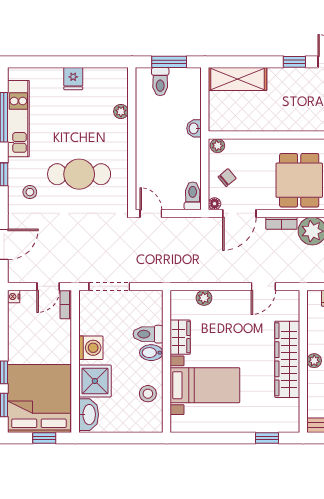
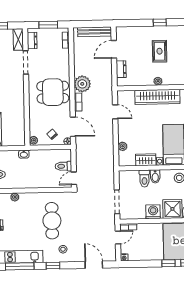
toilet: (193, 196) -> (63, 166), moved
door: (48, 286) -> (118, 237), hinge flipped

